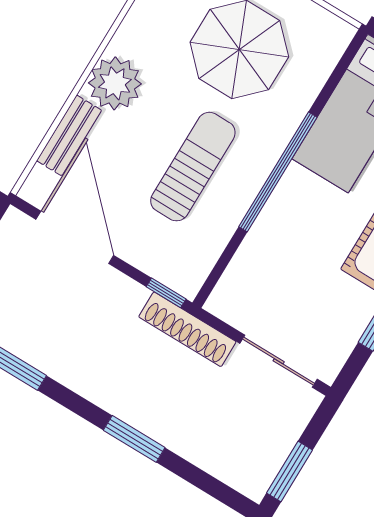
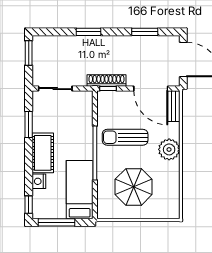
bench: (69, 135) -> (174, 106), moved
sun lounger: (193, 167) -> (125, 137), turned 90
shoe rack: (187, 329) -> (107, 80), moved

